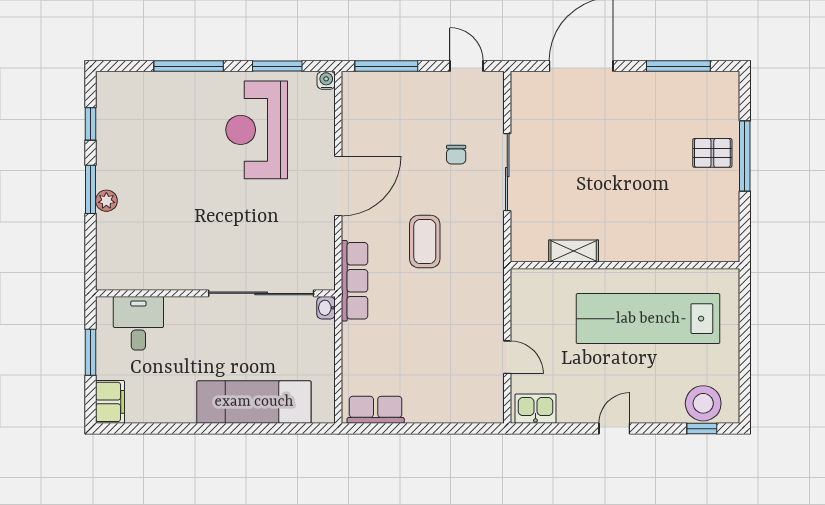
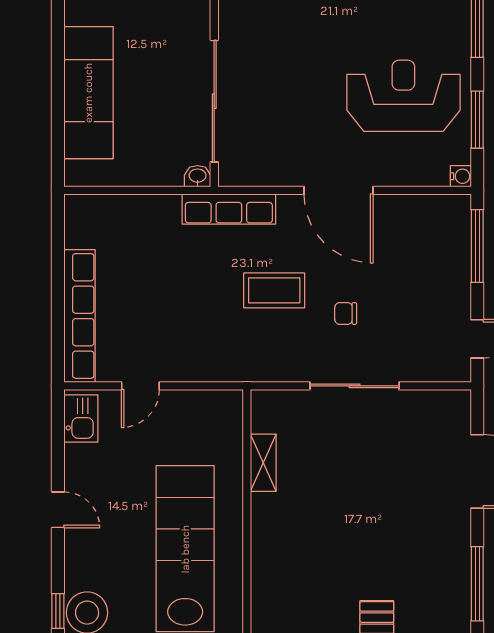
chair: (456, 155) -> (346, 313), moved
row of seats: (376, 410) -> (80, 316), moved, width x2.02

